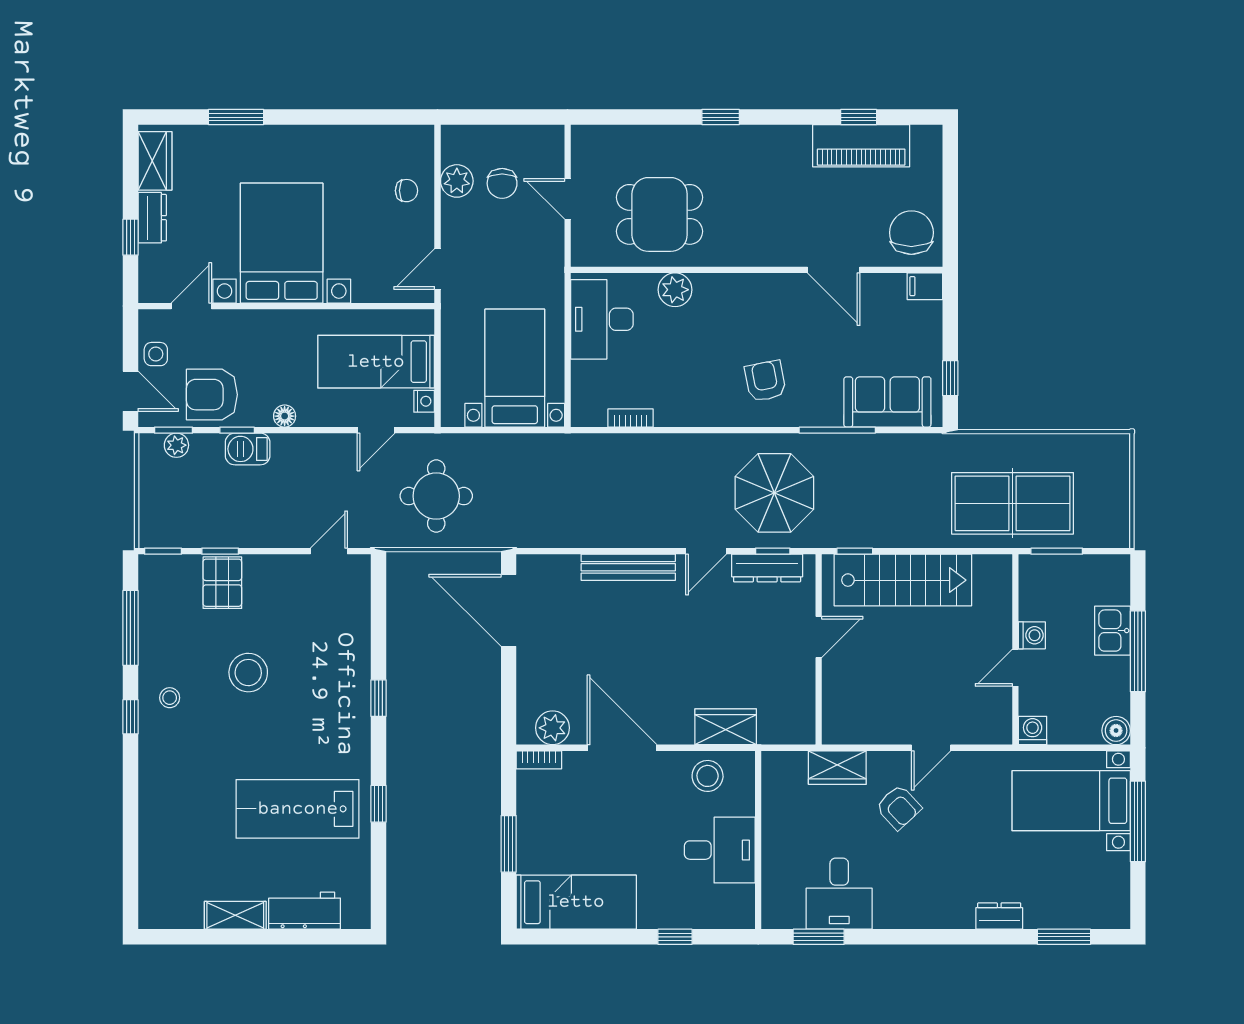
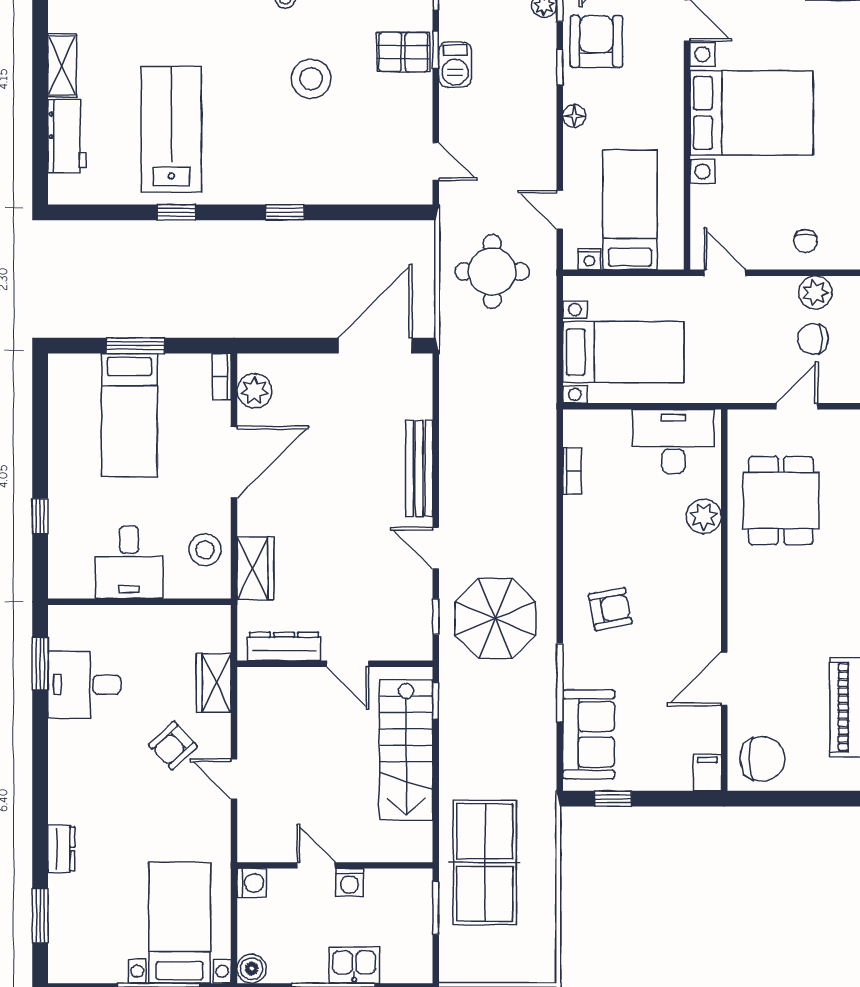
barbecue: (248, 449) -> (455, 65), moved, turned 180
dresser: (767, 568) -> (284, 646), moved, turned 90
bed: (576, 902) -> (129, 415), moved

